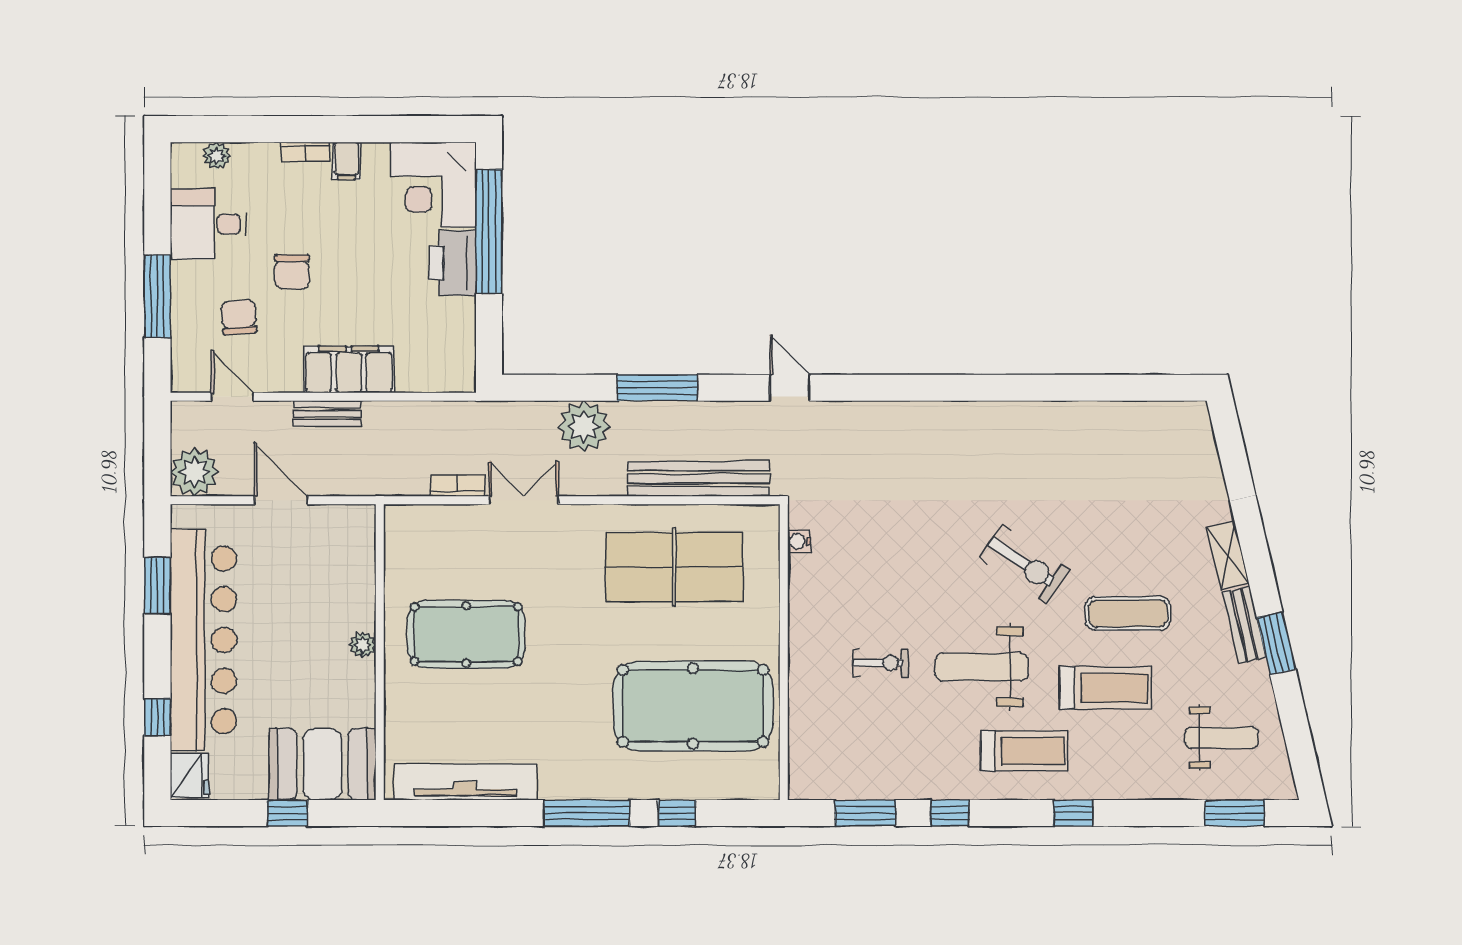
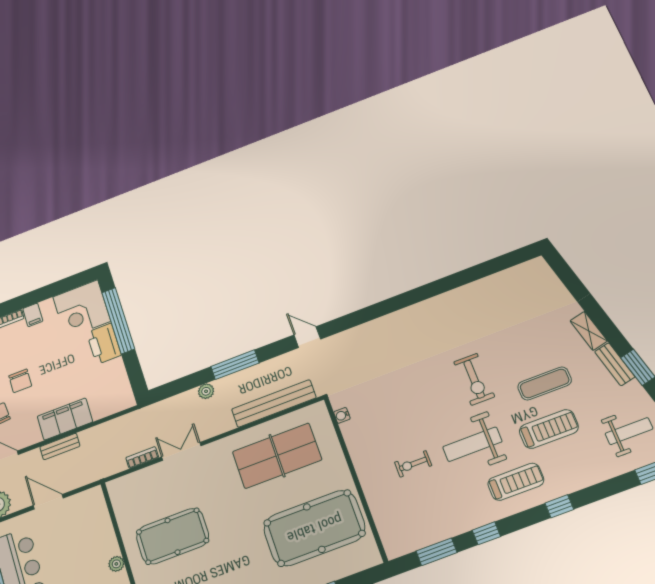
plant: (584, 426) -> (206, 391), width x0.53, depth x0.53
exercise bike: (1024, 564) -> (474, 379), turned 56
exercise bike: (881, 663) -> (413, 464), turned 180

